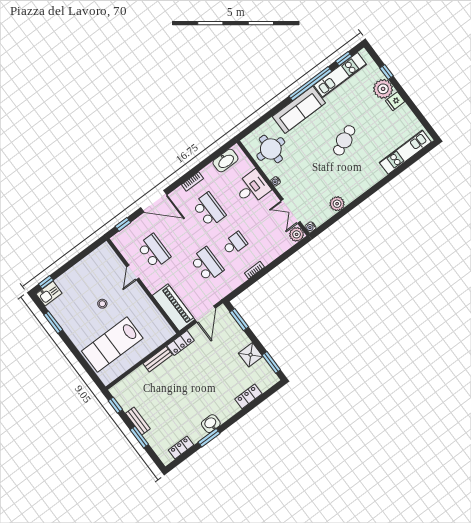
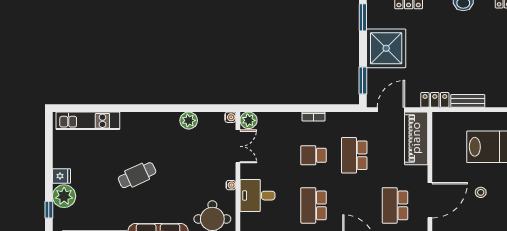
door: (133, 273) -> (430, 200), width x1.87
shower: (251, 355) -> (386, 48), width x1.86, depth x1.86

